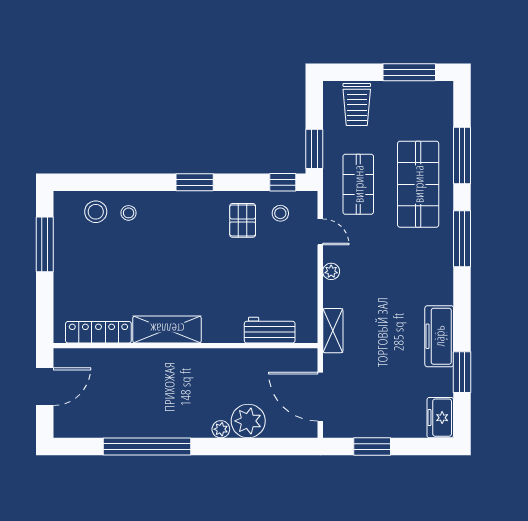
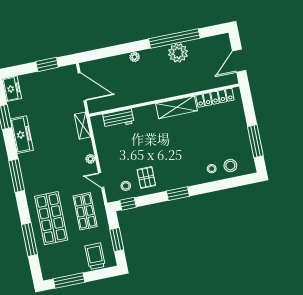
window: (314, 149) -> (117, 240), moved
window: (462, 239) -> (17, 176), moved
plant: (248, 421) -> (178, 53), moved

